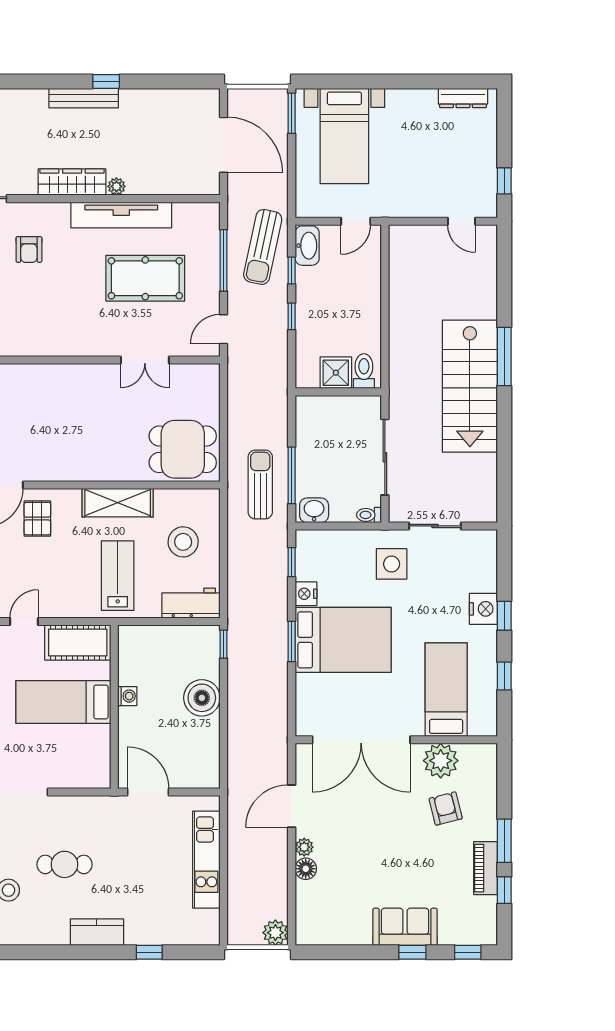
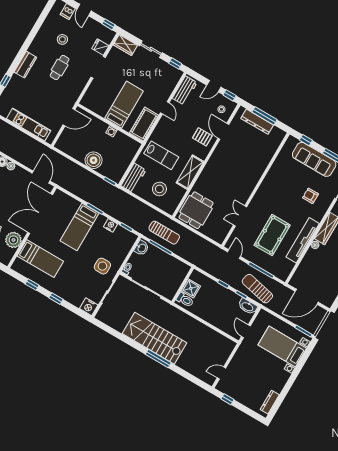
nightstand: (483, 609) -> (89, 307), moved
bed: (343, 640) -> (79, 227), width x0.67
door: (292, 806) -> (41, 177), moved

